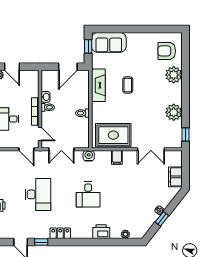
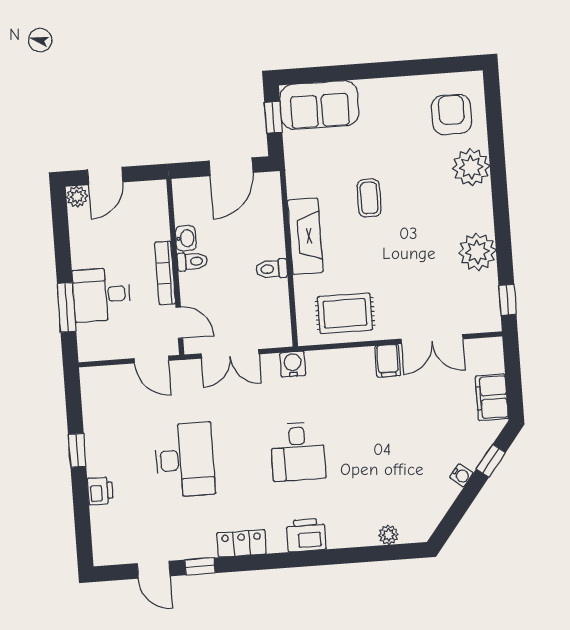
armchair: (167, 51) -> (452, 115), turned 90
door: (12, 67) -> (105, 176), hinge flipped
fireplace: (98, 85) -> (305, 236), moved
rug: (113, 135) -> (345, 313), width x0.73, depth x0.70
filing cabinet: (117, 157) -> (388, 361), moved
window: (162, 219) -> (491, 461), moved
printer: (101, 232) -> (306, 535), moved

